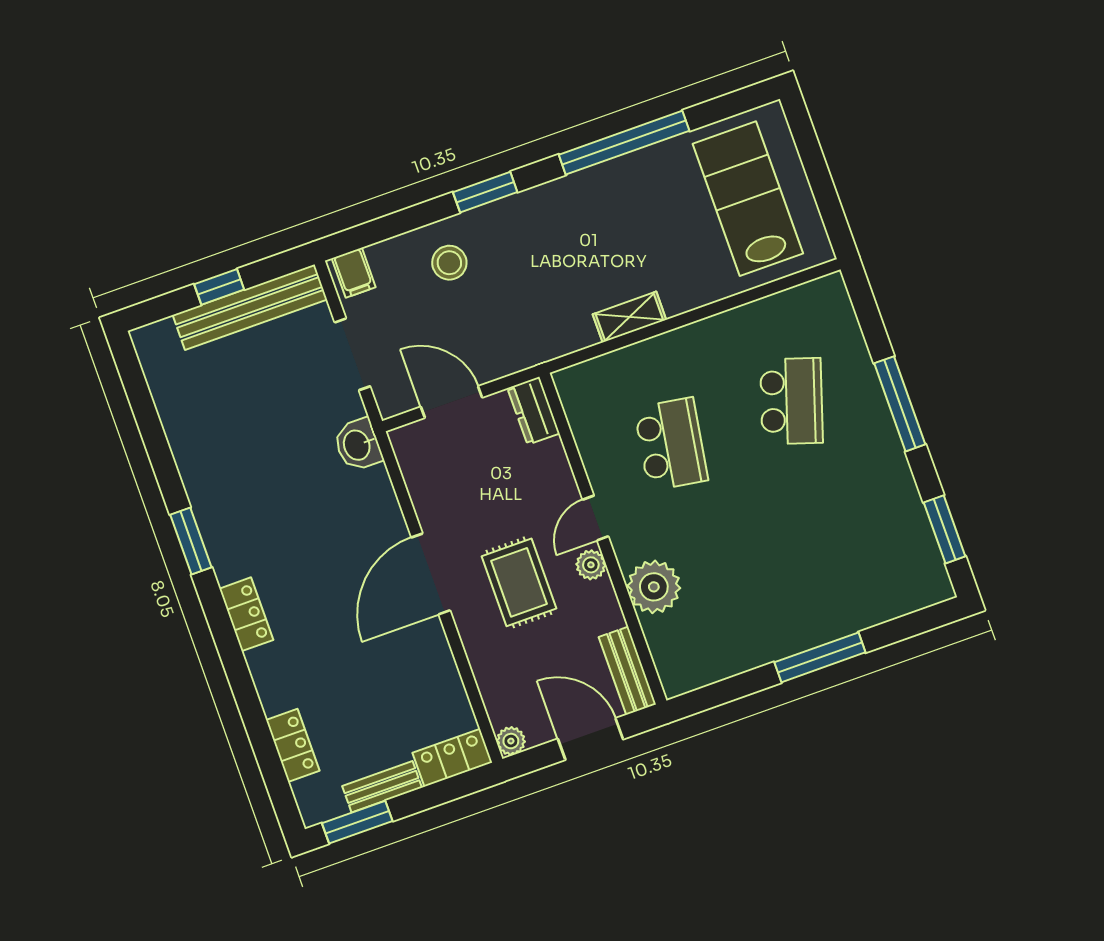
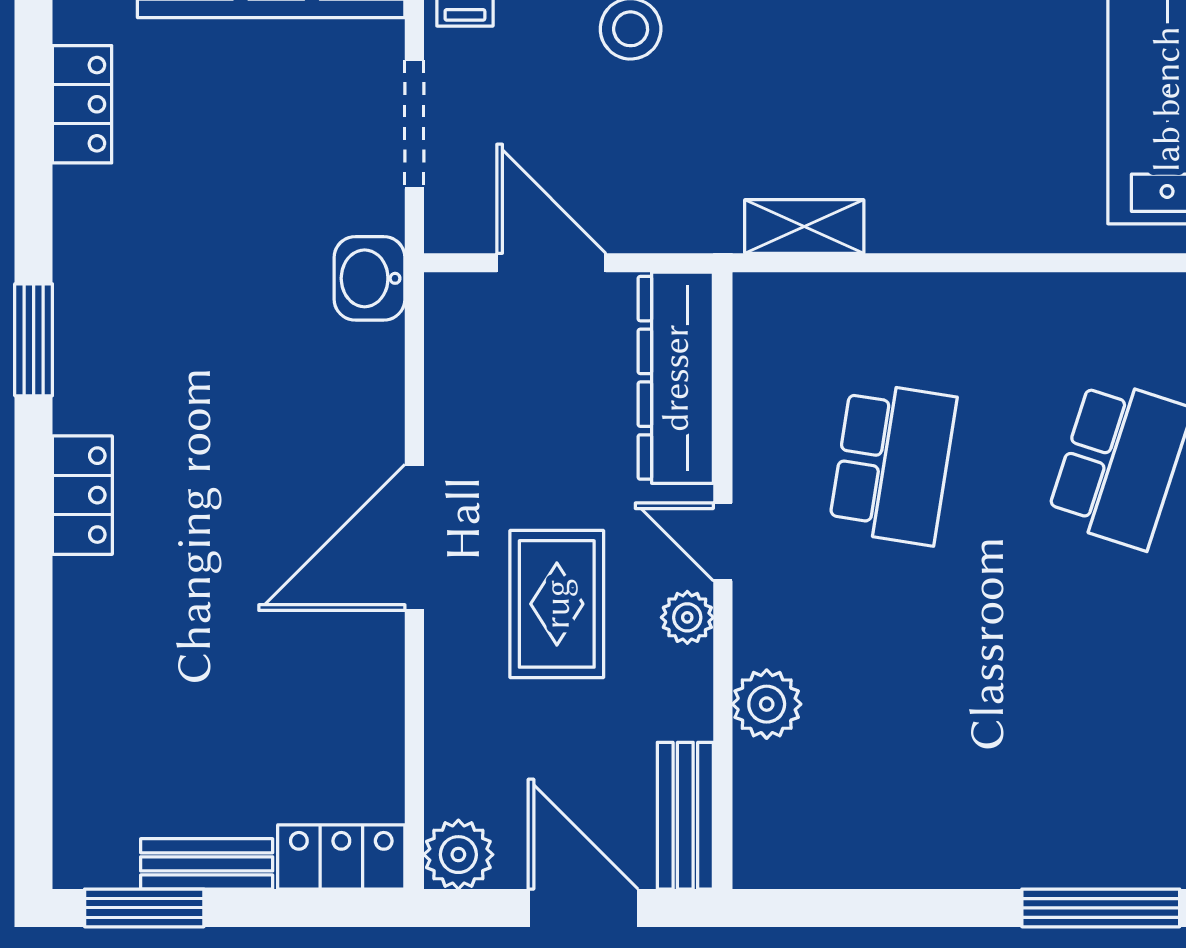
shelving: (629, 317) -> (804, 227), moved
dresser: (534, 411) -> (676, 378), width x1.96, depth x1.24
door: (596, 518) -> (723, 542), hinge flipped
plant: (654, 587) -> (767, 704), width x0.73, depth x0.73
window: (820, 657) -> (1101, 908), moved
plant: (511, 741) -> (458, 855), width x1.38, depth x1.38
locker: (293, 745) -> (82, 104), moved

